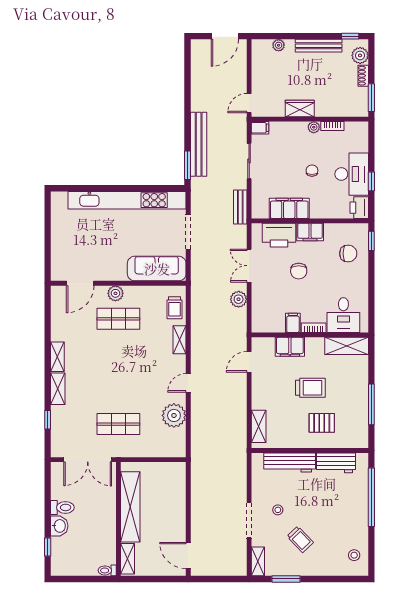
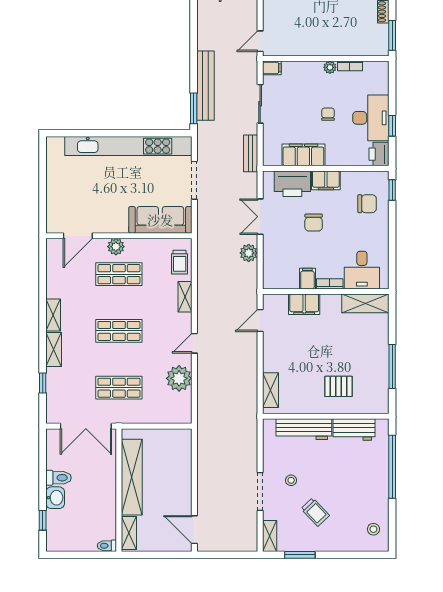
wardrobe: (300, 108) -> (315, 47), removed
shop shelf: (118, 371) -> (119, 331), added
trolley: (310, 388) -> (326, 349), removed

